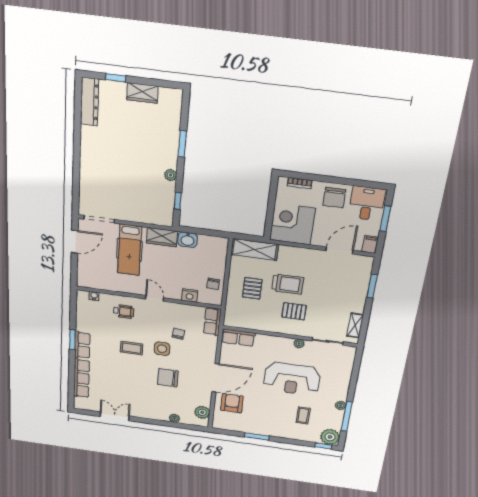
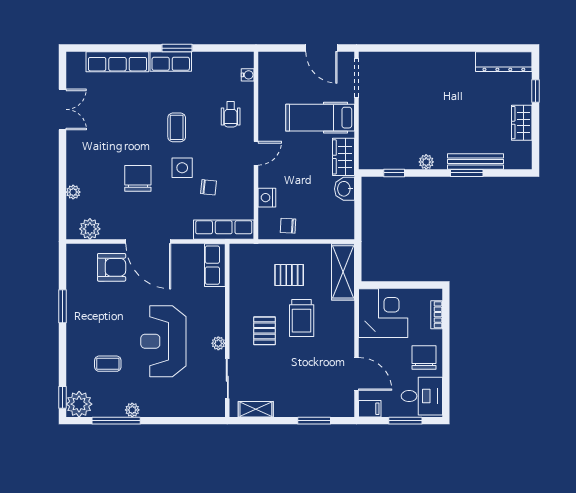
bench: (173, 136) -> (475, 162), added
chair: (334, 198) -> (424, 357), turned 90
row of seats: (212, 322) -> (224, 230), width x1.48

